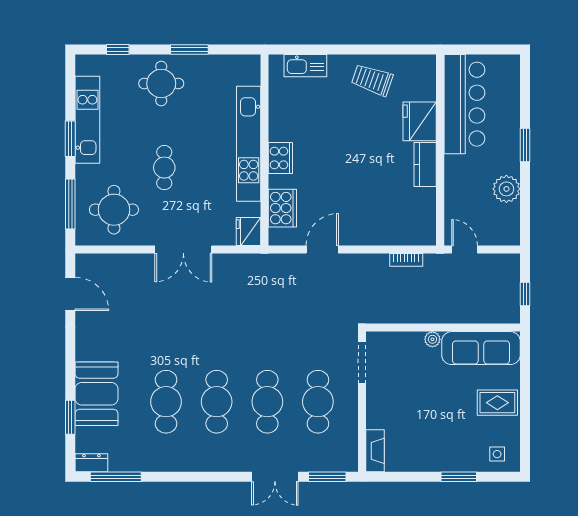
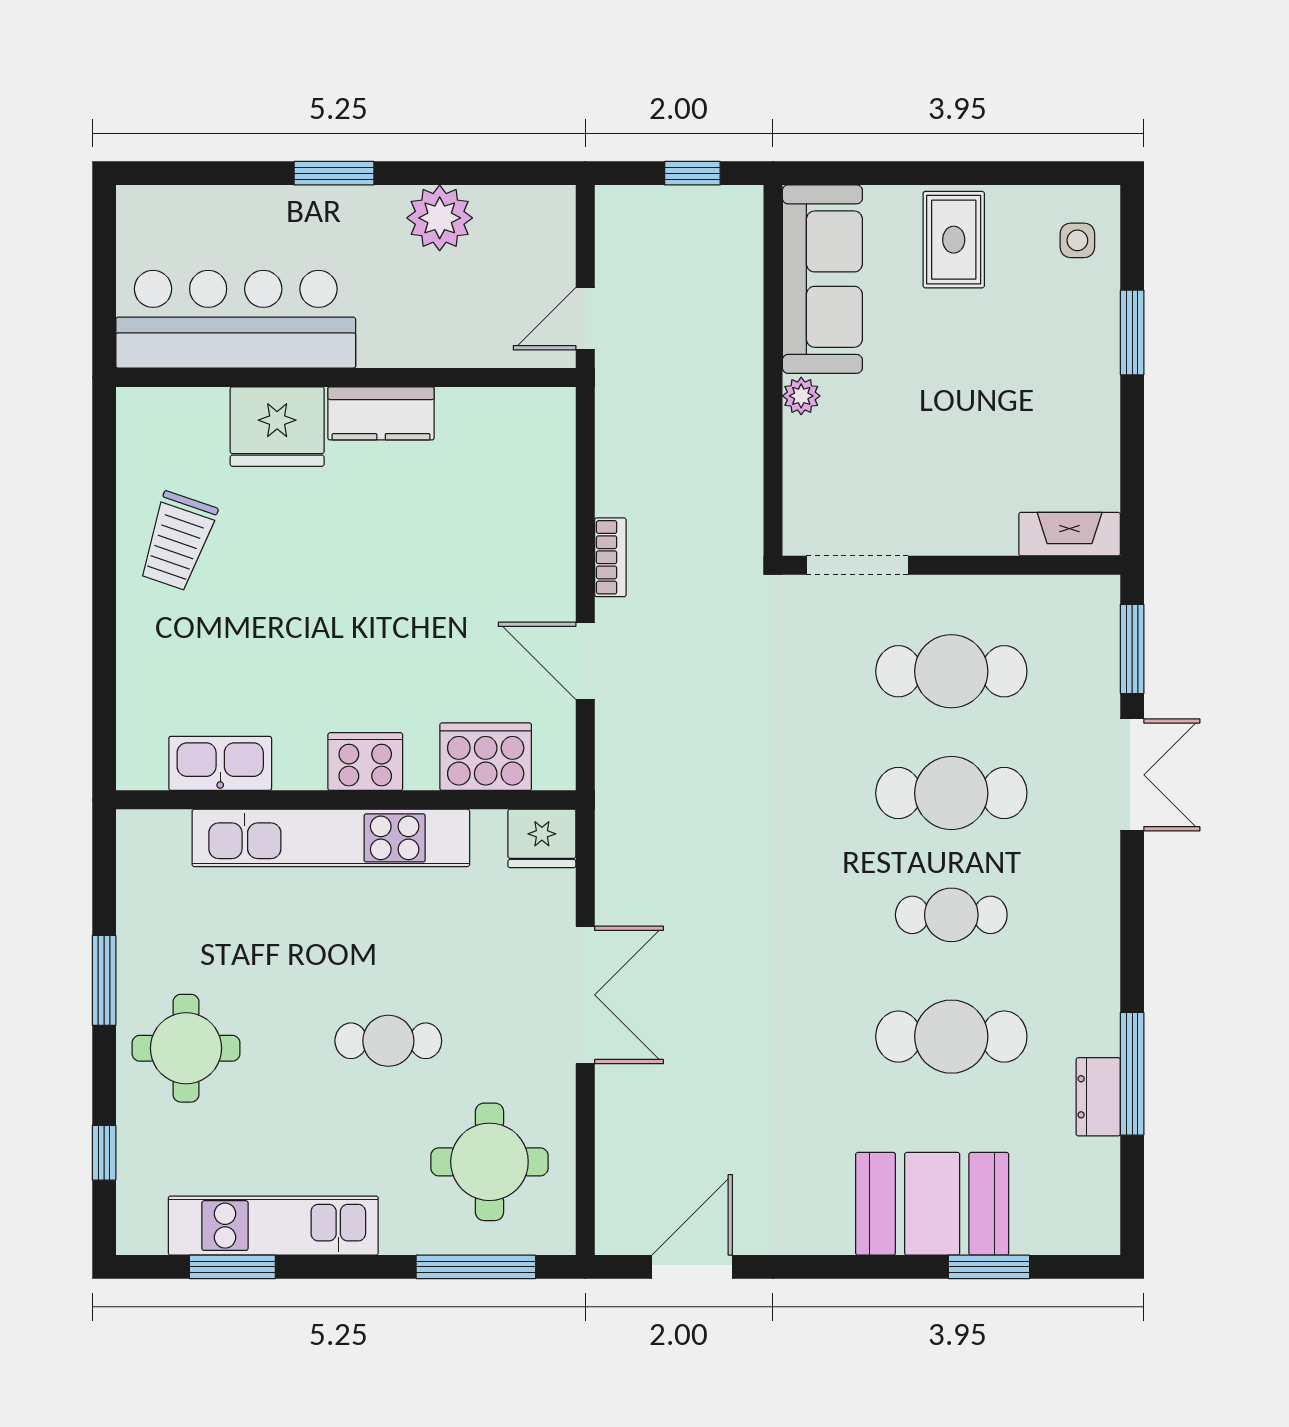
kitchen sink: (305, 66) -> (220, 763), moved, turned -90
window: (70, 139) -> (232, 1267), moved
bookcase: (406, 260) -> (610, 557), moved
cafe table: (217, 402) -> (951, 915), width x0.73, depth x0.74
dresser: (91, 463) -> (1098, 1097), moved
window: (116, 477) -> (1132, 1074), moved

